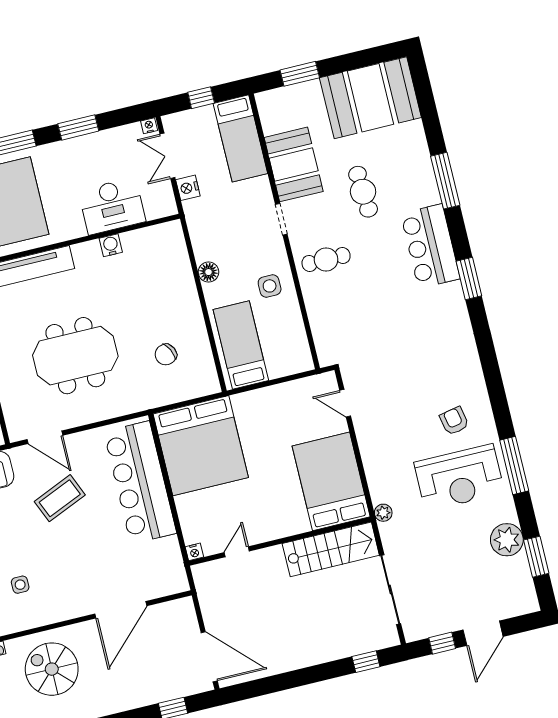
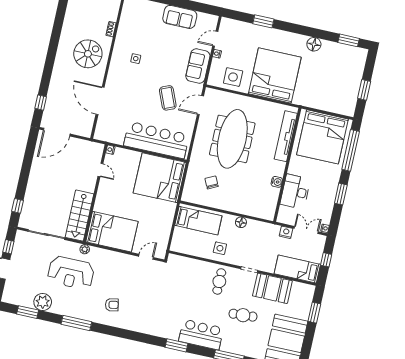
meeting table: (75, 356) -> (232, 139), width x1.36
reception desk: (459, 478) -> (71, 273), moved, turned -90

